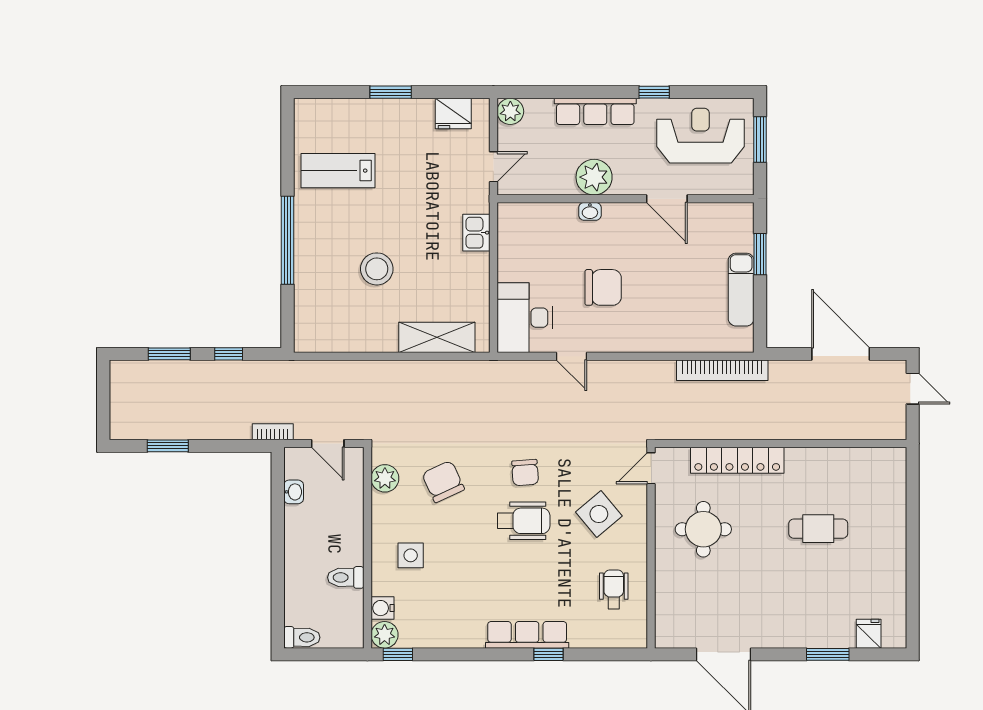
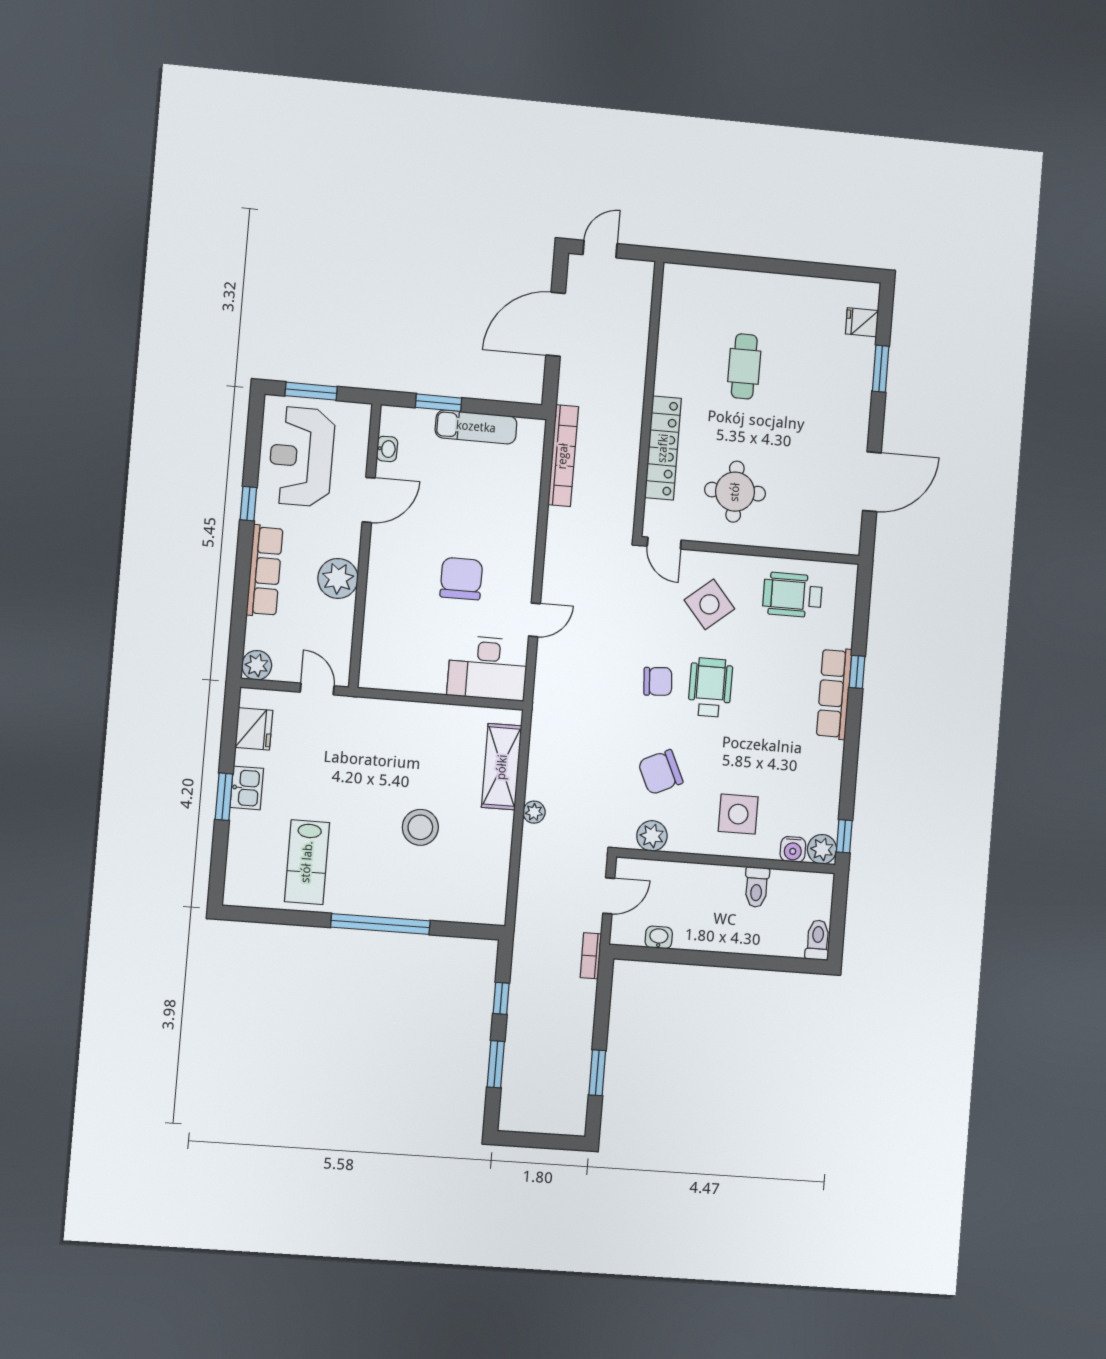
washbasin: (590, 211) -> (387, 449), moved
kitchen sink: (476, 233) -> (247, 788), moved, turned -90
plant: (398, 370) -> (534, 812), added
side table: (411, 555) -> (738, 814), width x1.37, depth x1.37
wheelchair: (614, 589) -> (792, 595), width x1.36, depth x1.37

